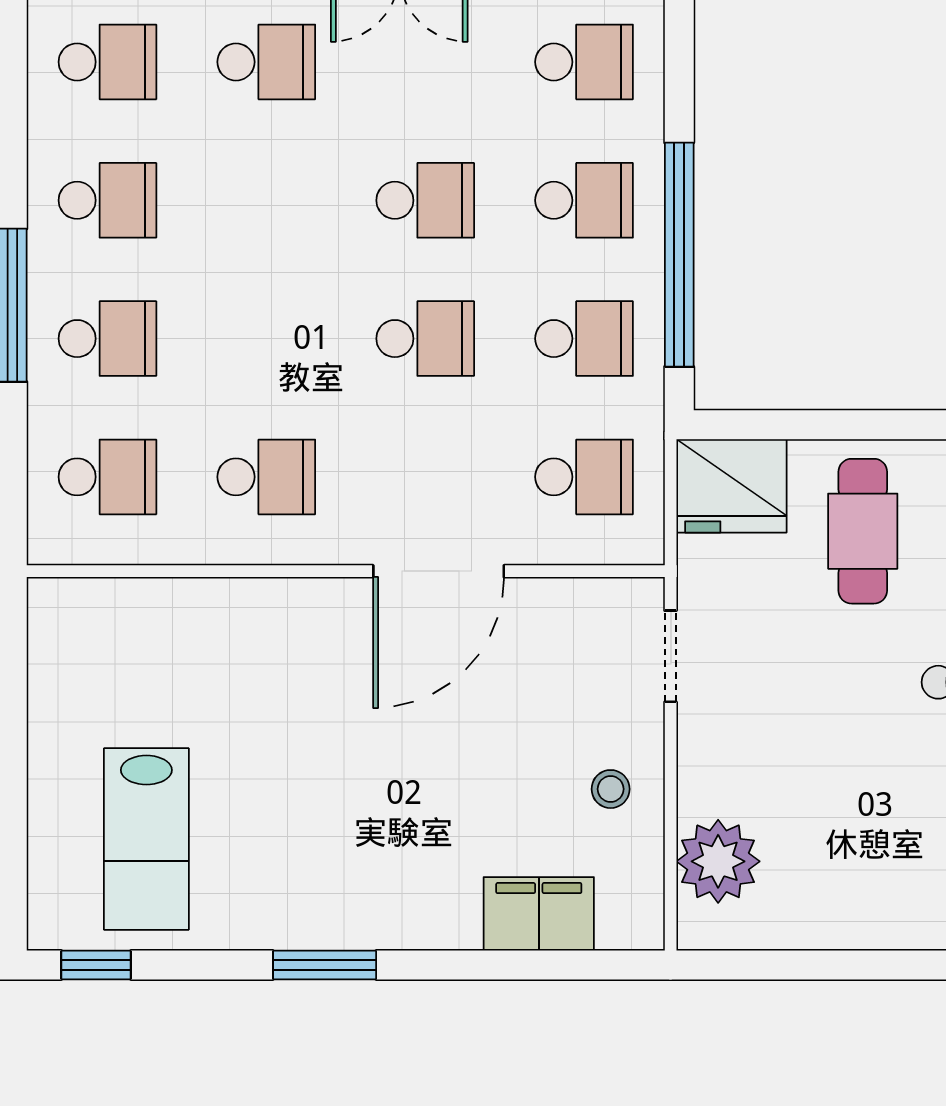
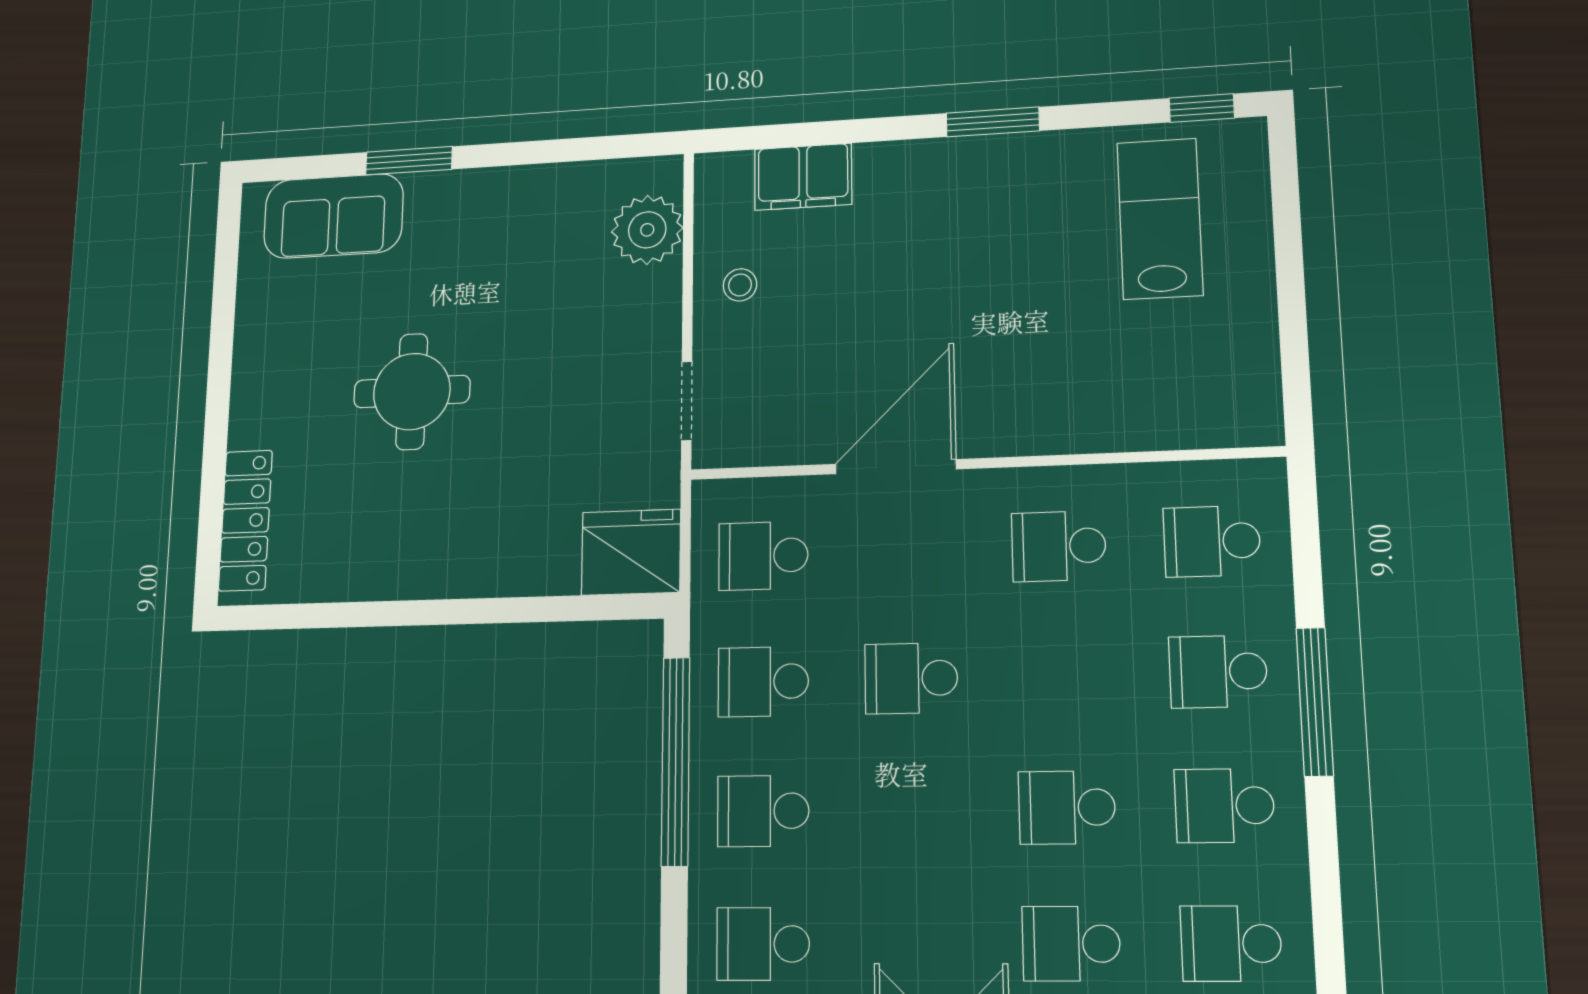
school desk: (425, 200) -> (1067, 807), moved
cafe table: (863, 531) -> (517, 516), removed

